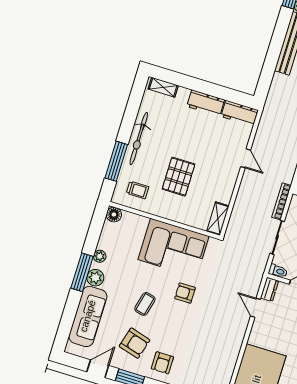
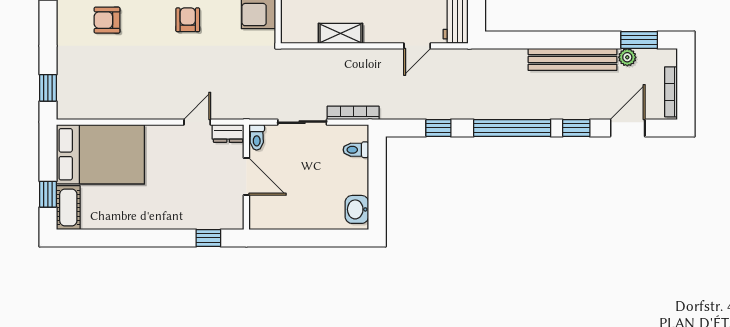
door: (246, 158) -> (417, 46), moved
shelving: (218, 219) -> (340, 33), moved
armchair: (162, 363) -> (107, 20), moved

